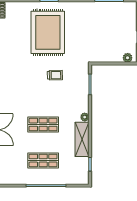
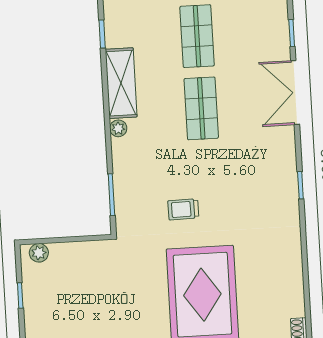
shop shelf: (43, 125) -> (201, 108), turned 90
shop shelf: (43, 160) -> (197, 36), turned 90

